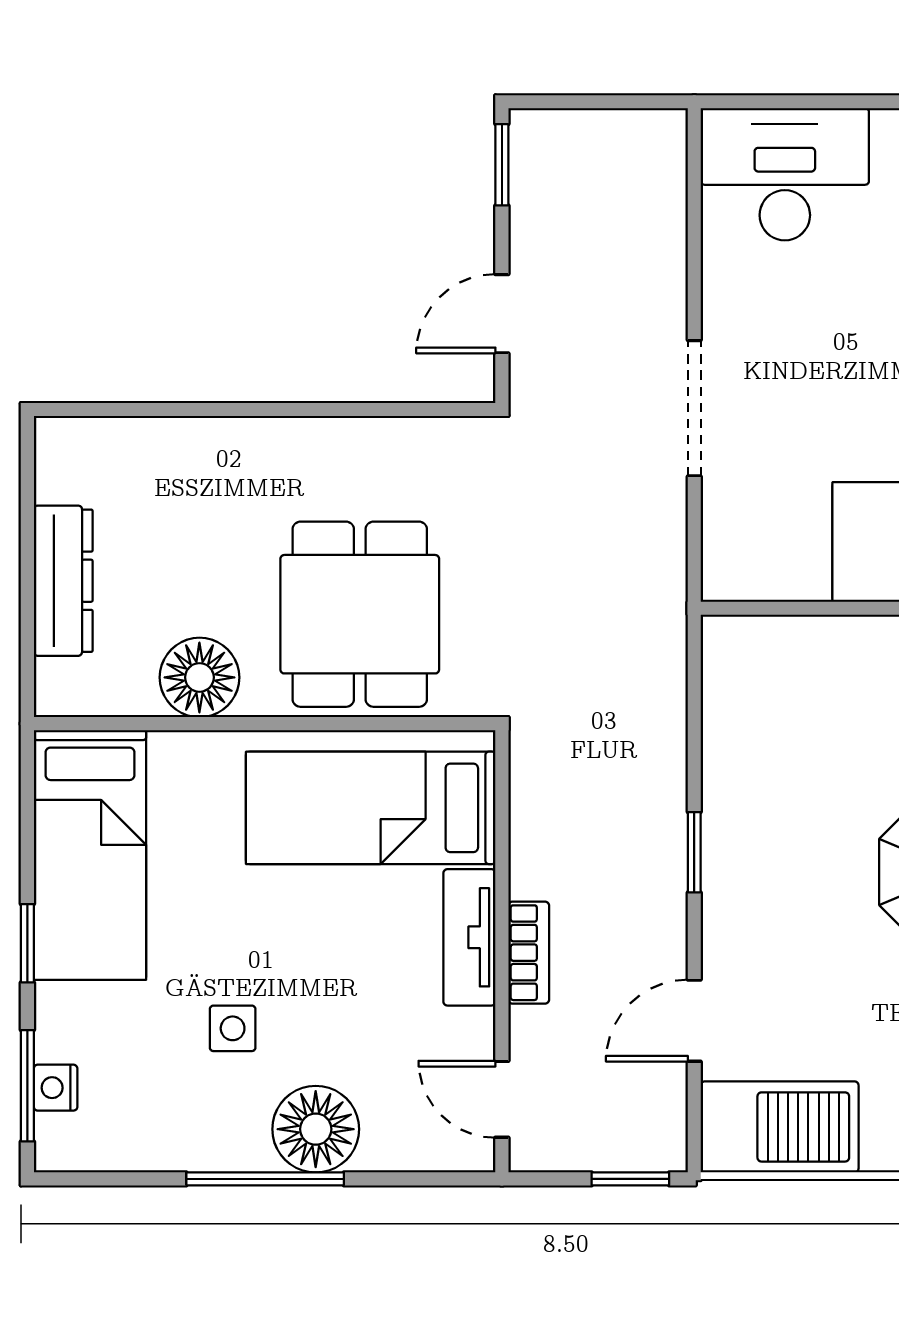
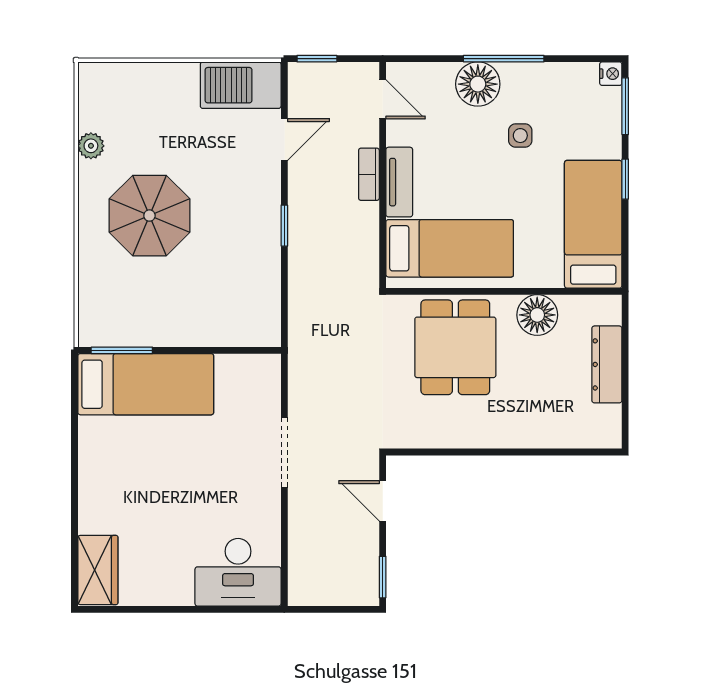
door: (502, 314) -> (383, 501), swing flipped
nightstand: (56, 1088) -> (611, 74), moved

